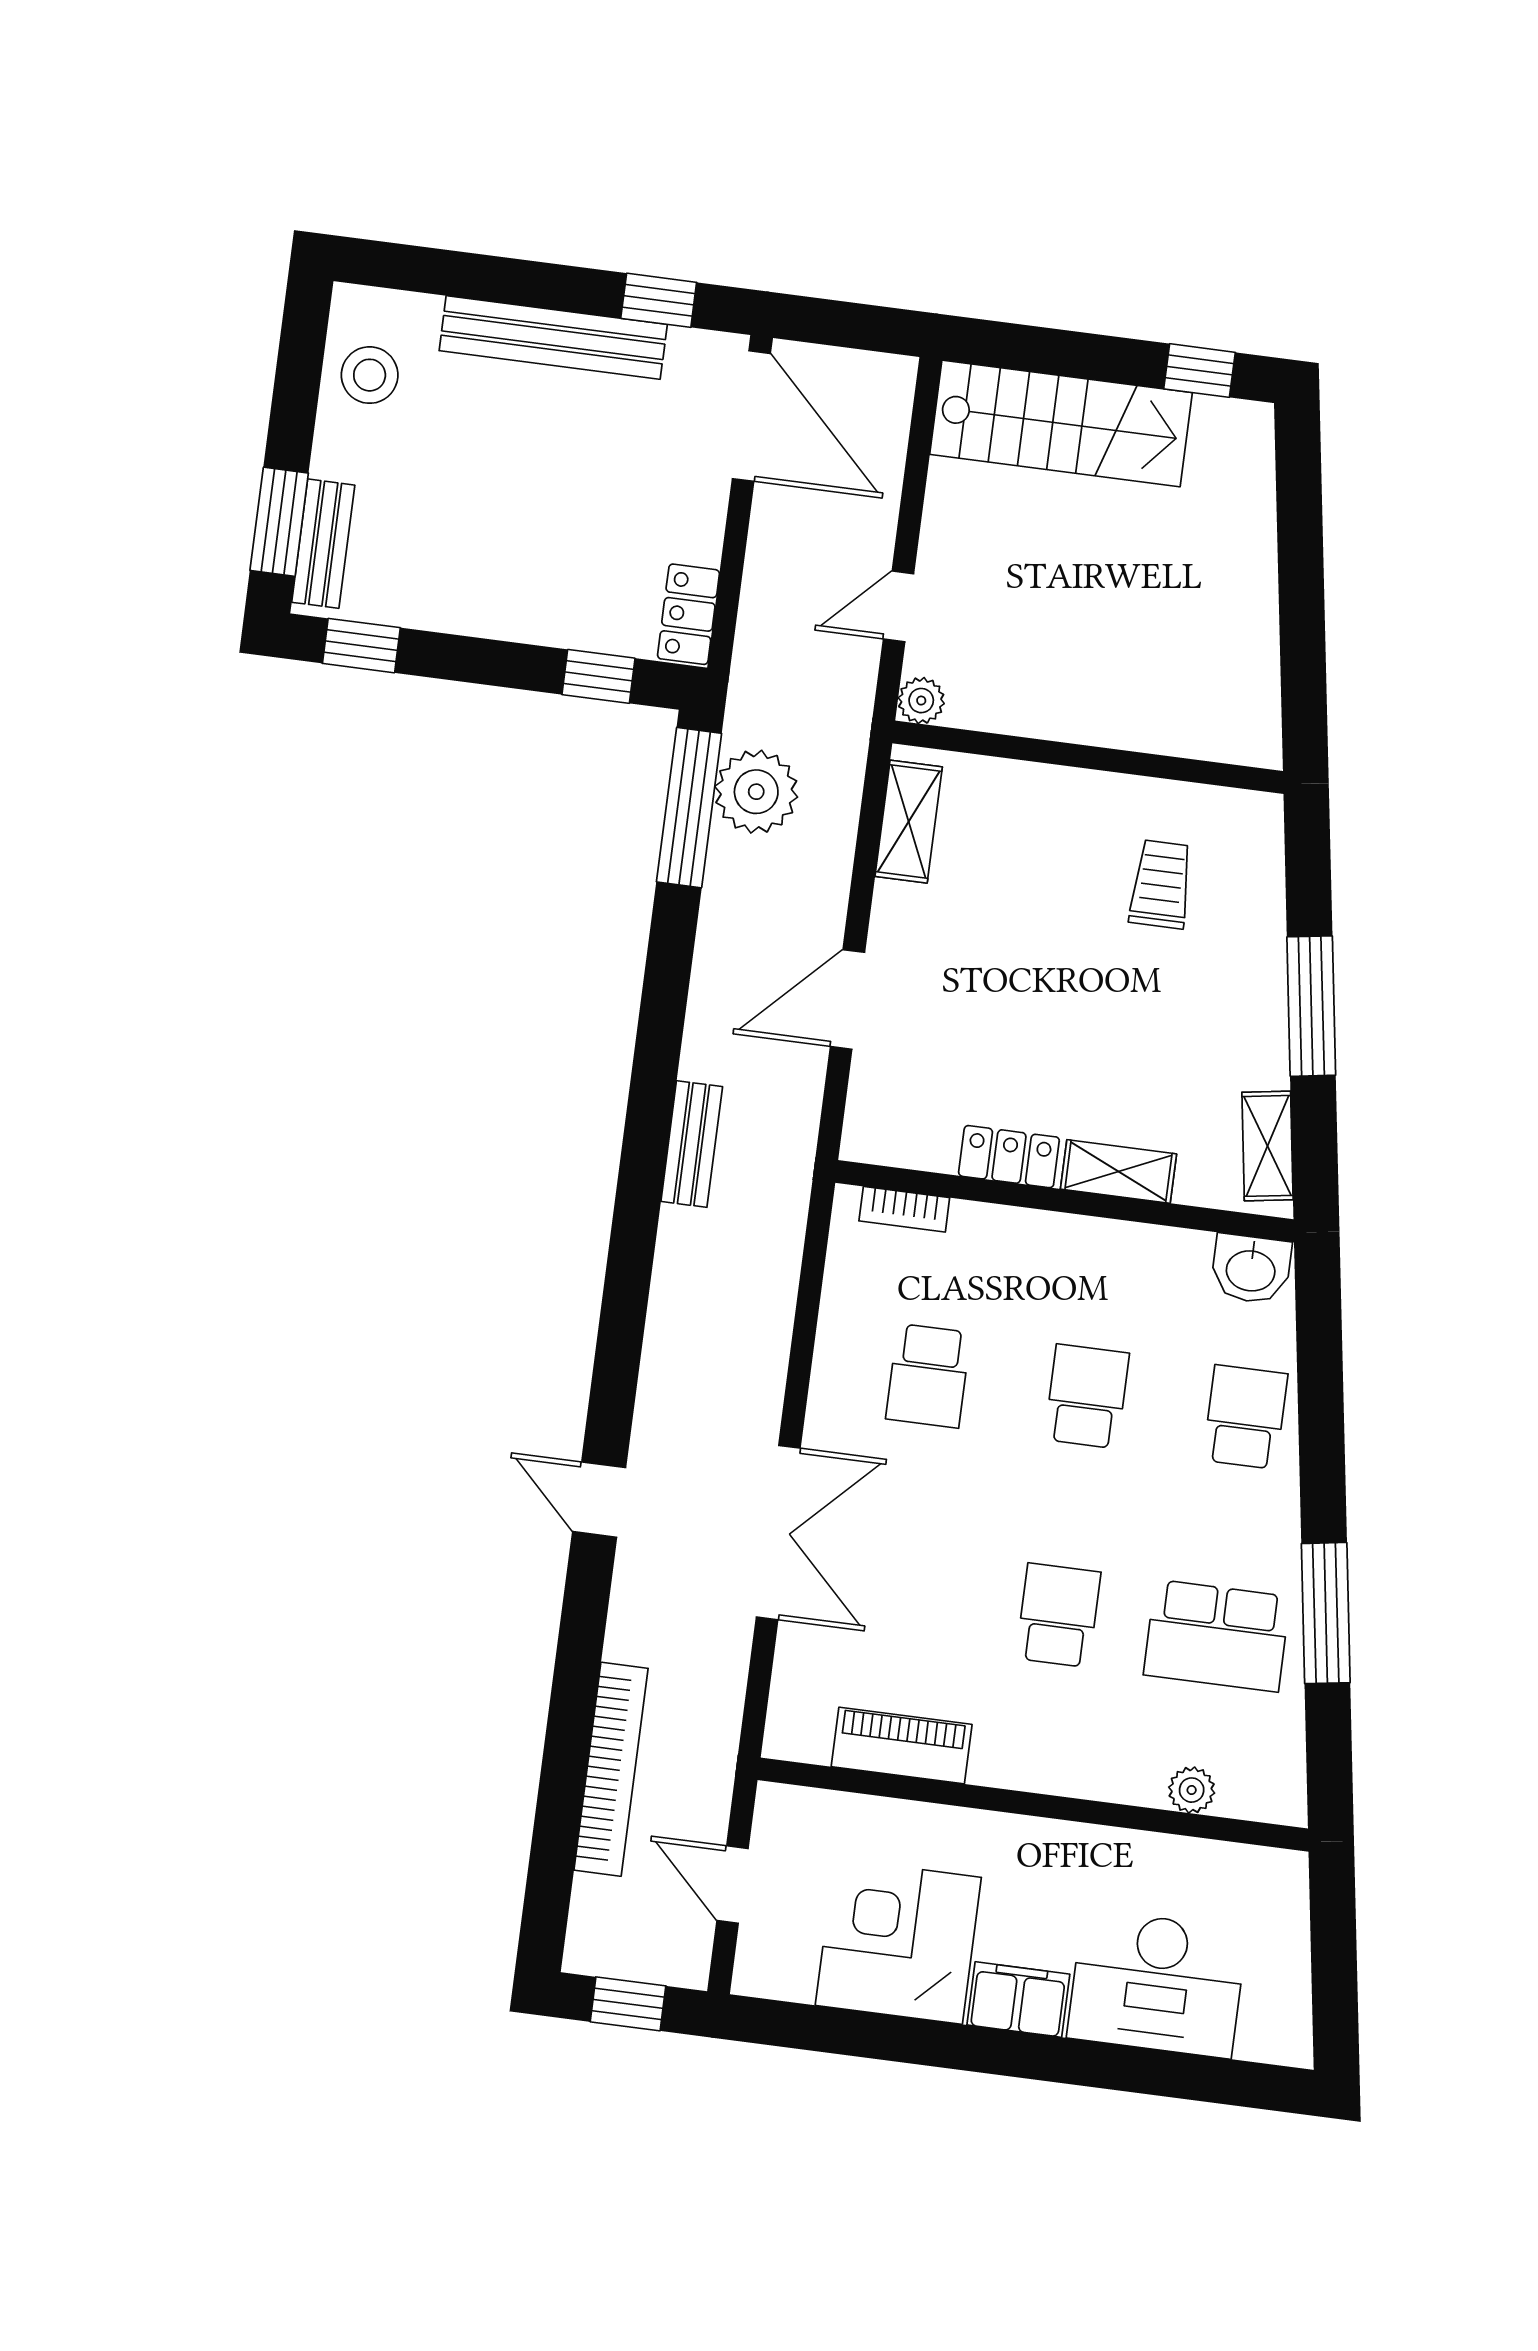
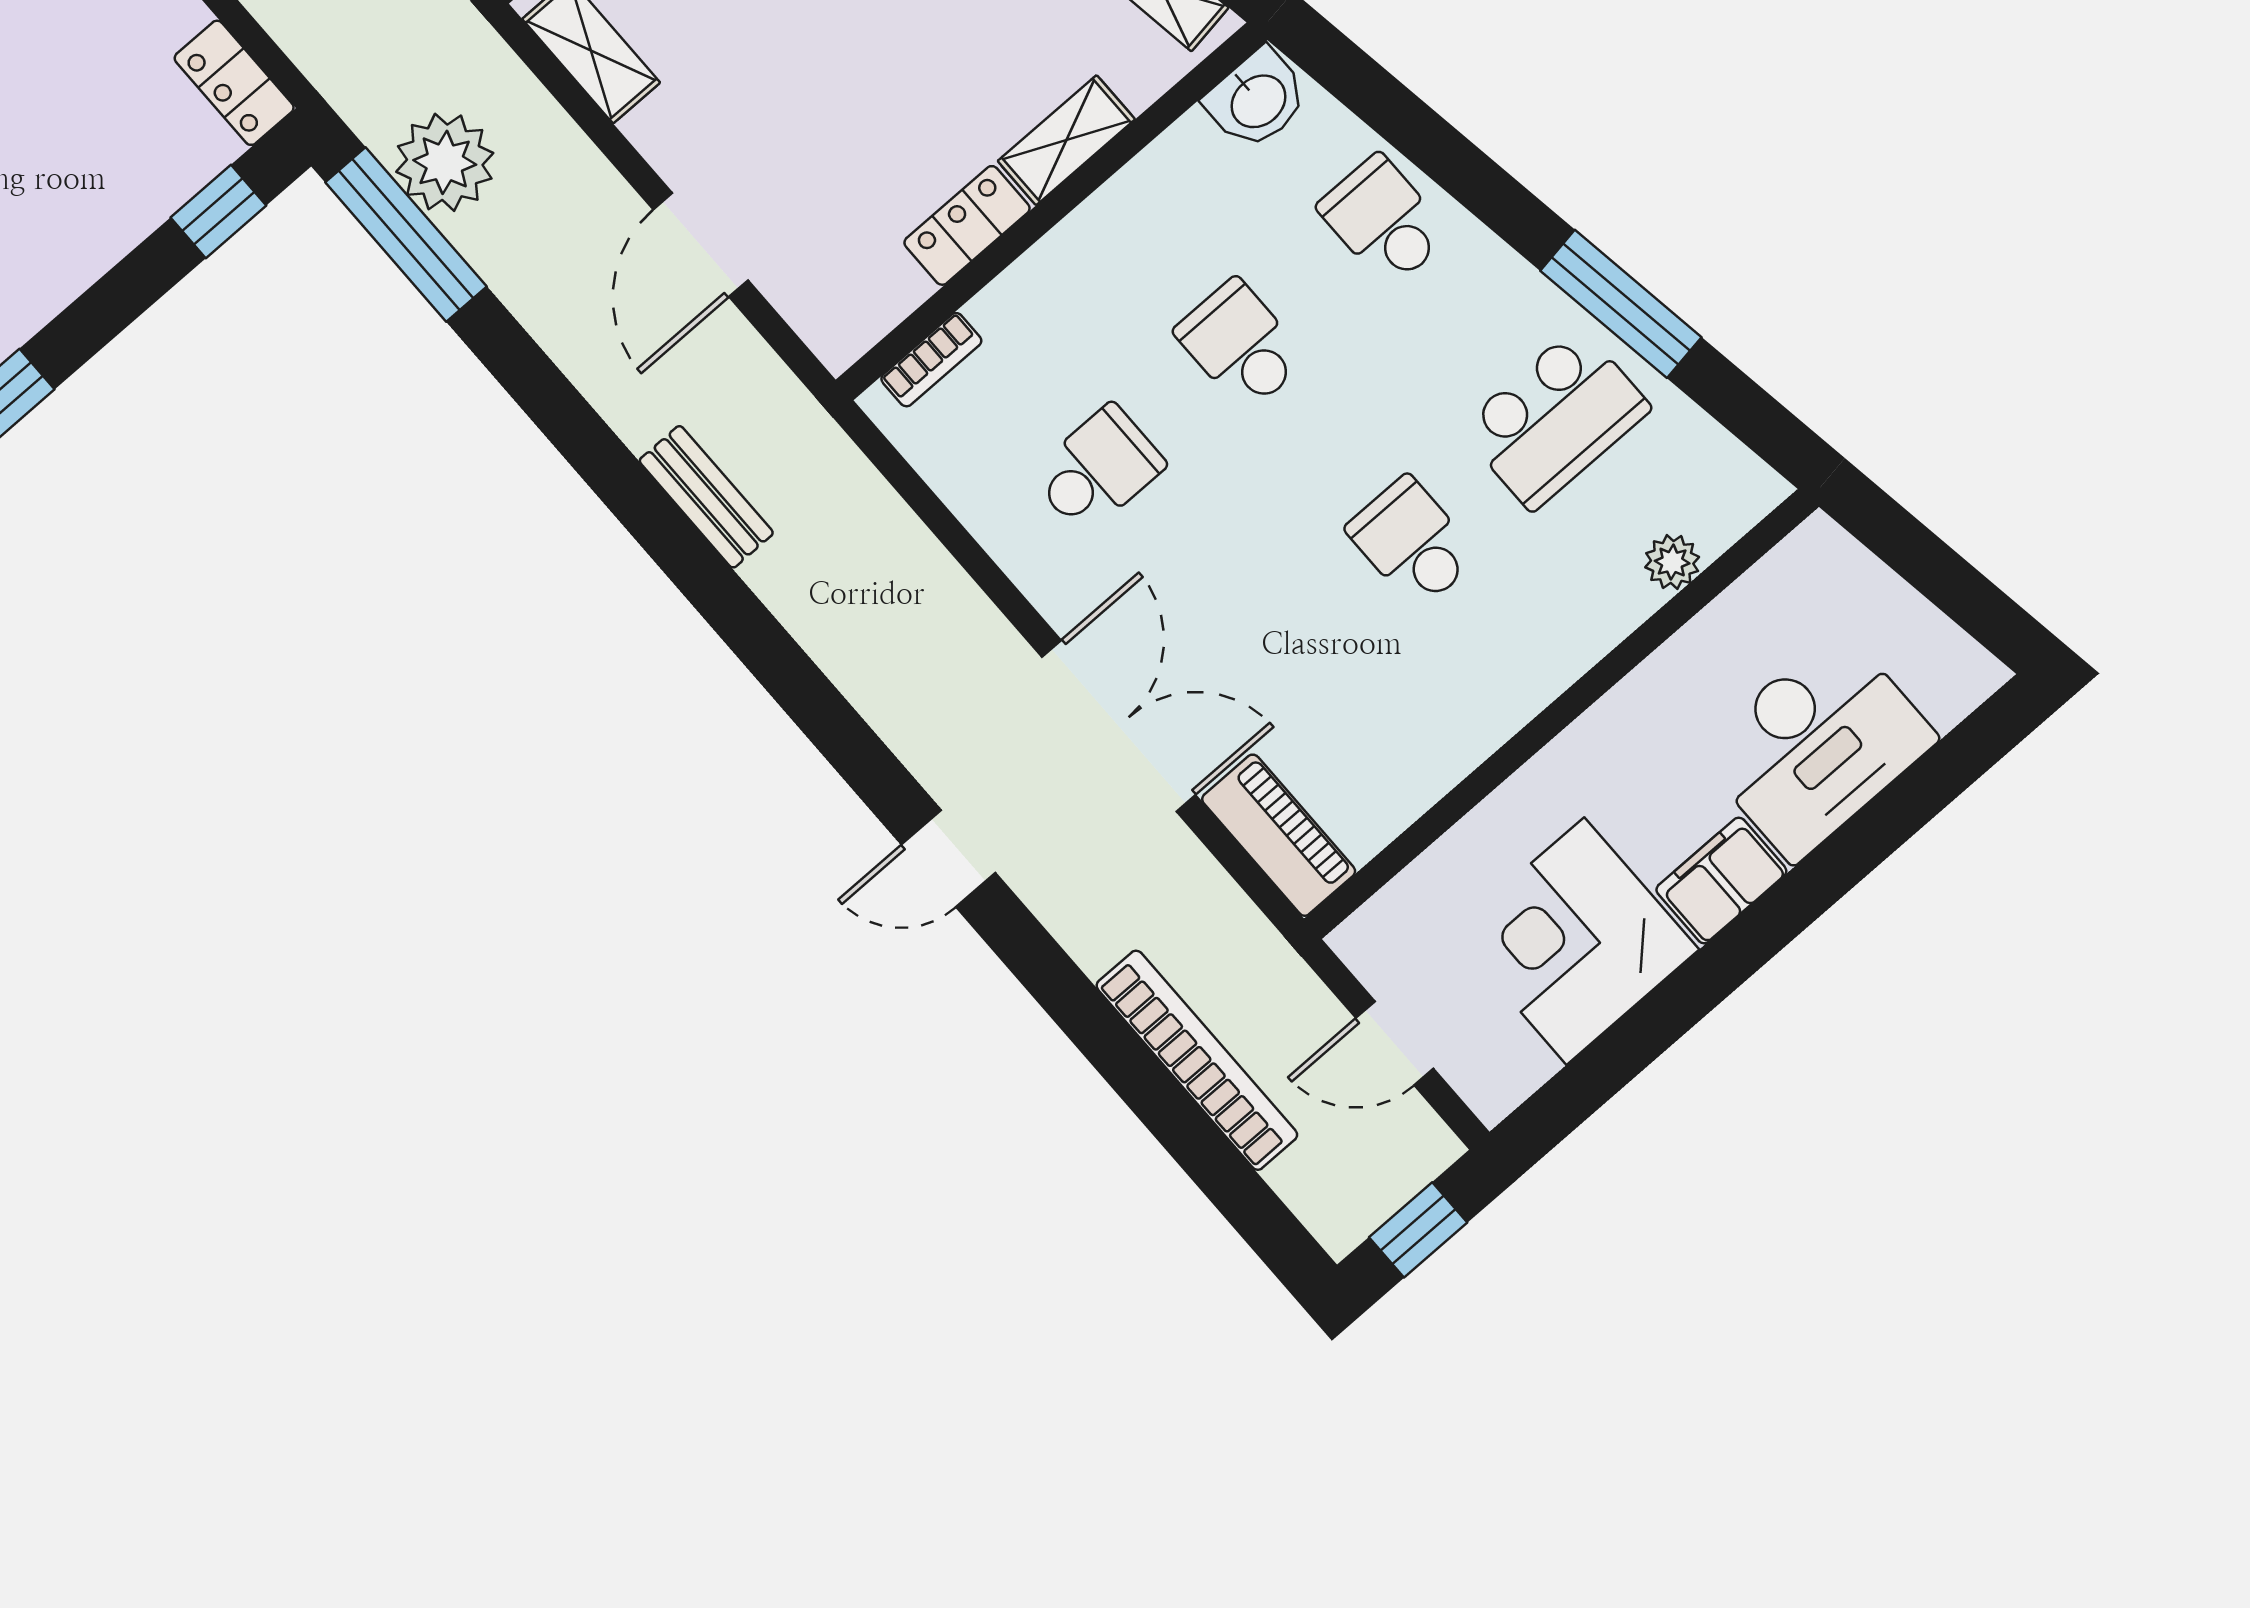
school desk: (928, 1376) -> (1098, 469), turned -90
piano: (902, 1746) -> (1279, 835), moved, turned 90

